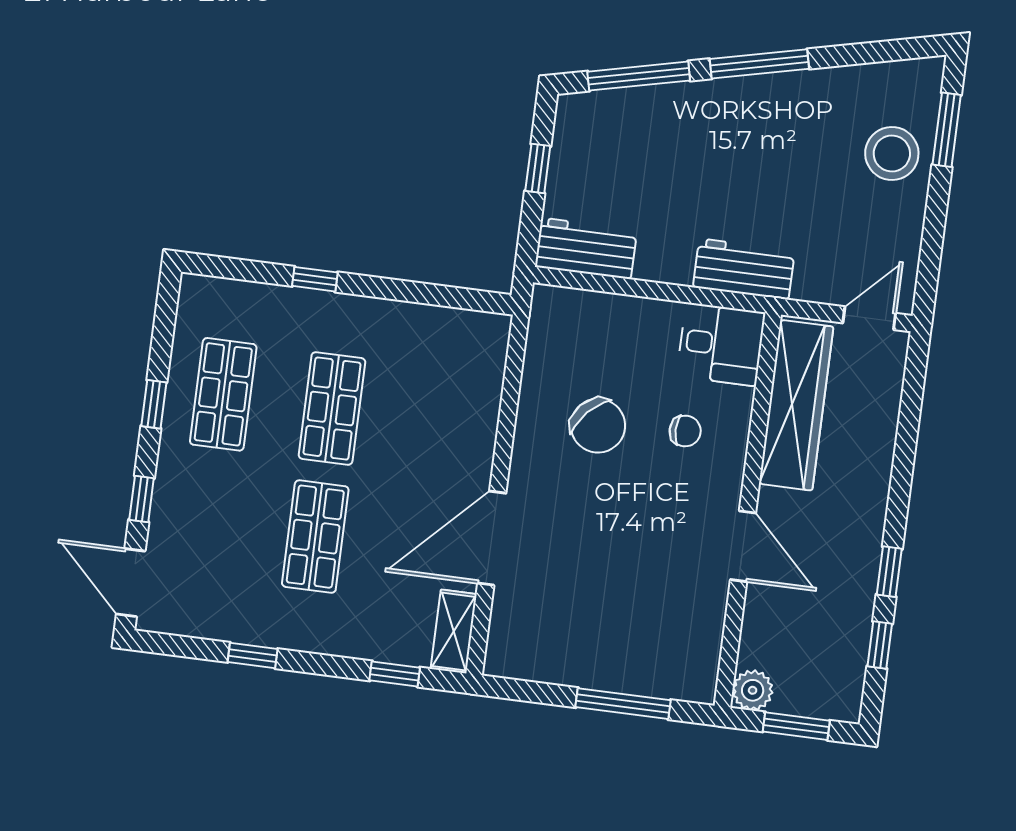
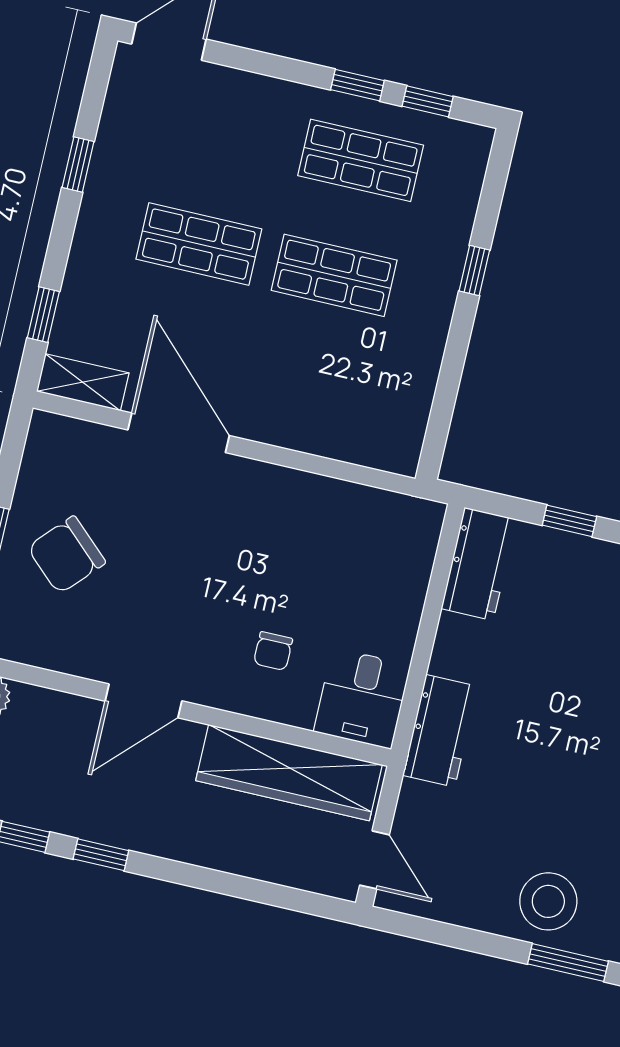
chair: (598, 426) -> (66, 555), moved
window: (142, 499) -> (428, 101), moved

